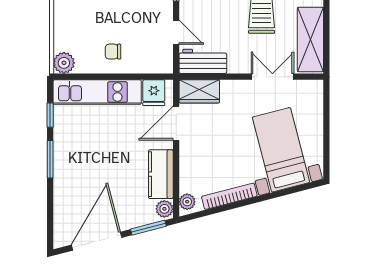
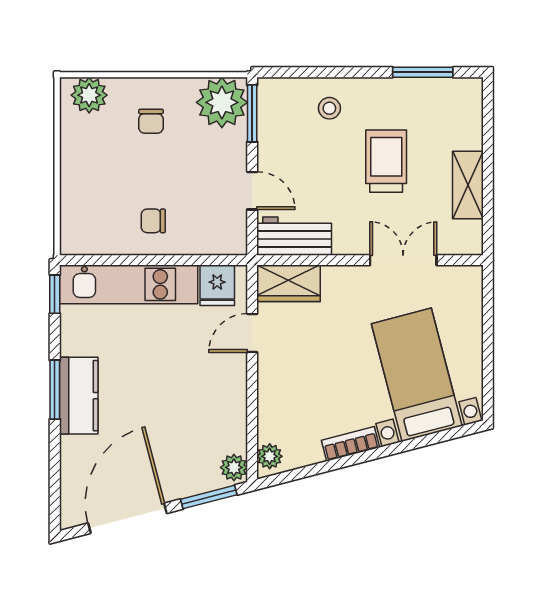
shelving: (310, 39) -> (468, 185), width x0.67, depth x0.75
plant: (64, 63) -> (76, 239), removed
window: (50, 115) -> (55, 294), moved
door: (176, 123) -> (252, 333), width x0.73
kitchen counter: (161, 174) -> (79, 396), moved, turned 180
bookcase: (229, 196) -> (351, 444), width x0.64

